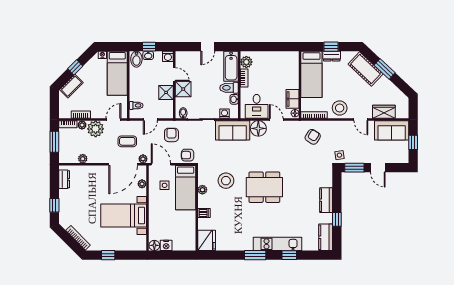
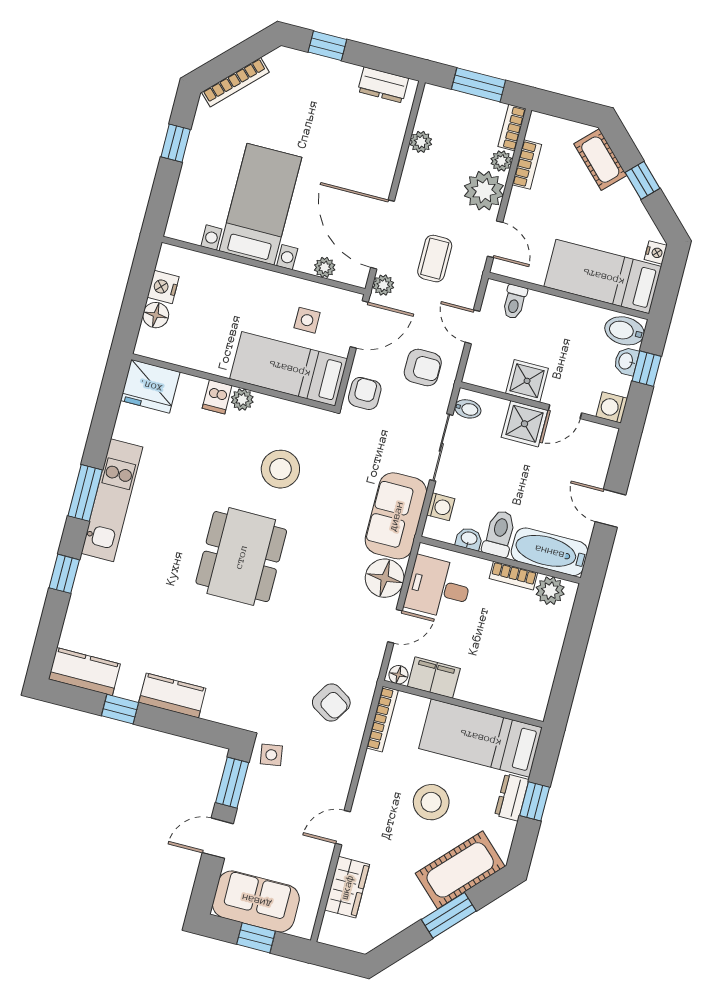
stool: (340, 108) -> (431, 802), moved
sofa: (392, 130) -> (256, 901), moved, turned 90
plant: (202, 190) -> (242, 400), moved
kitchen unit: (278, 244) -> (112, 500), moved
floor lamp: (154, 245) -> (156, 315), moved

